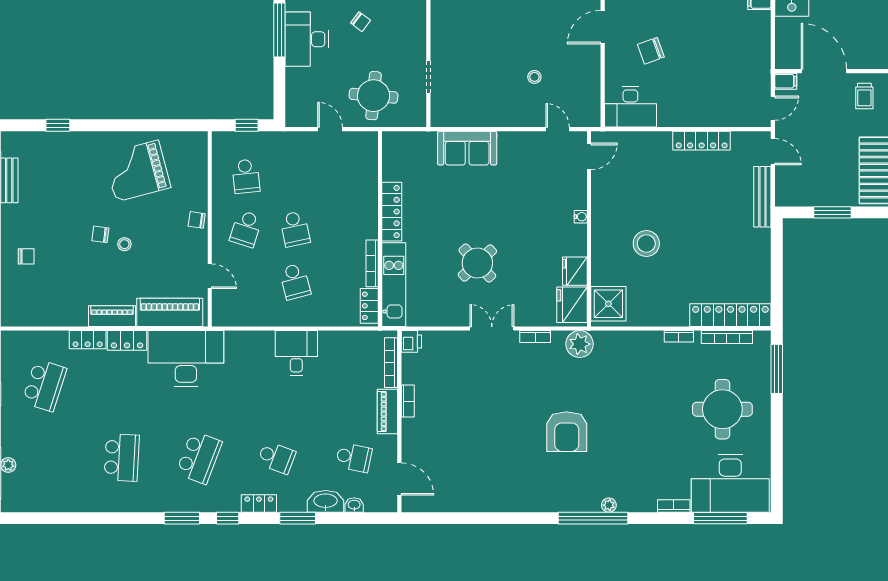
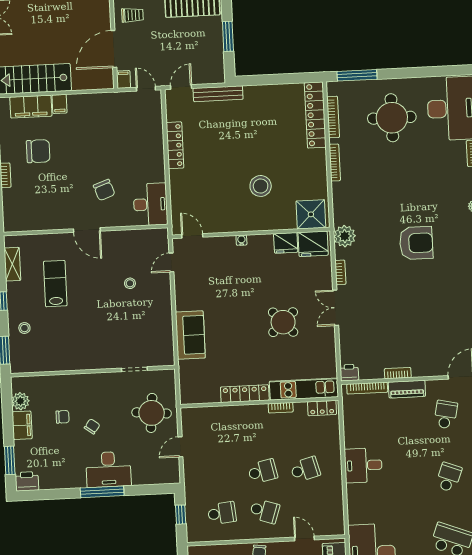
bookcase: (372, 263) -> (281, 408), width x0.64
door: (210, 276) -> (304, 539), hinge flipped
bookcase: (679, 336) -> (335, 163), width x1.56

